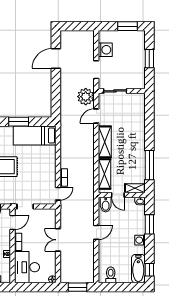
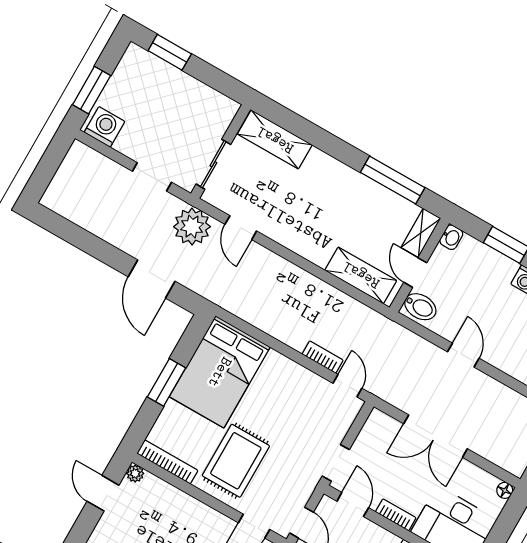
window: (128, 26) -> (92, 90), moved
washing machine: (105, 50) -> (104, 127), moved
door: (56, 58) -> (152, 279), moved
window: (149, 59) -> (170, 52), moved
bed: (35, 135) -> (220, 372), width x1.50
shelving: (105, 142) -> (275, 140), moved
door: (118, 195) -> (415, 273), swing flipped
double door: (58, 240) -> (436, 436), width x1.37

